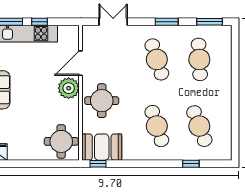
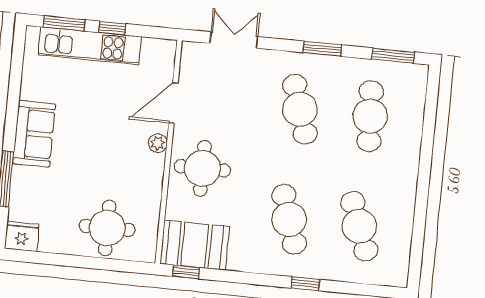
plant: (69, 88) -> (158, 143), width x0.53, depth x0.53
round table: (61, 141) -> (107, 228), moved
window: (191, 164) -> (305, 284), moved

